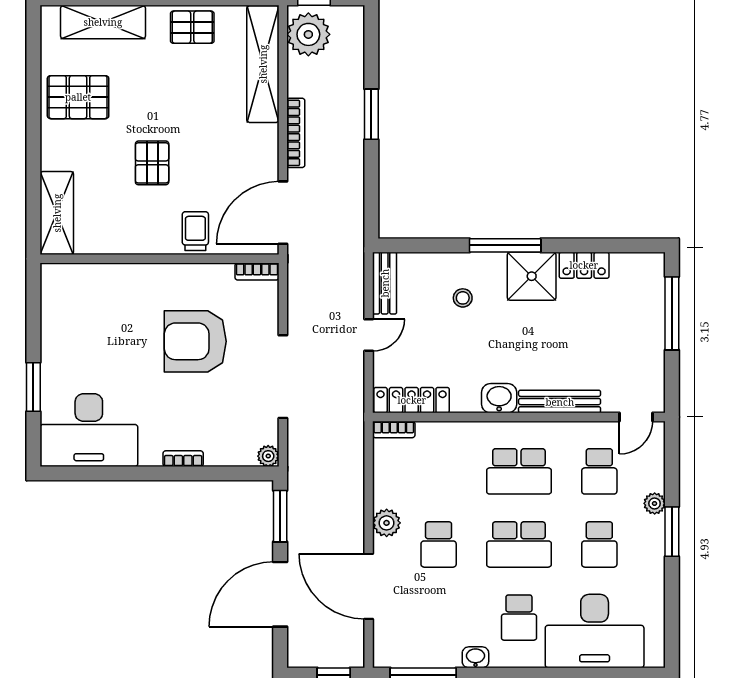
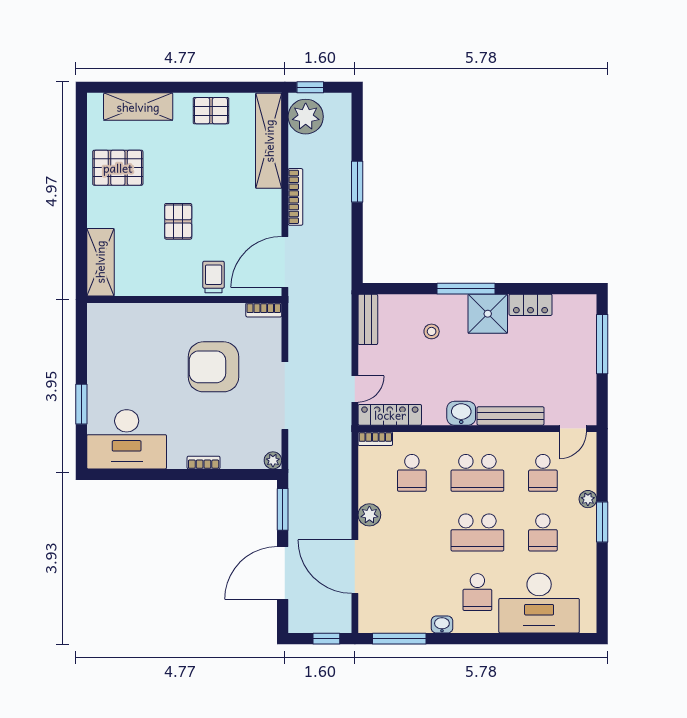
door: (369, 335) -> (355, 389), moved
school desk: (439, 544) -> (412, 473), moved

